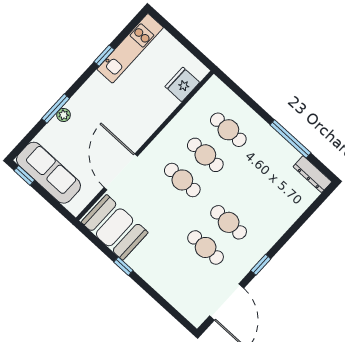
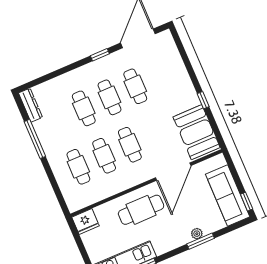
fridge: (182, 84) -> (85, 221), moved
cafe table: (137, 113) -> (141, 210), added
cafe table: (252, 197) -> (84, 108), added

